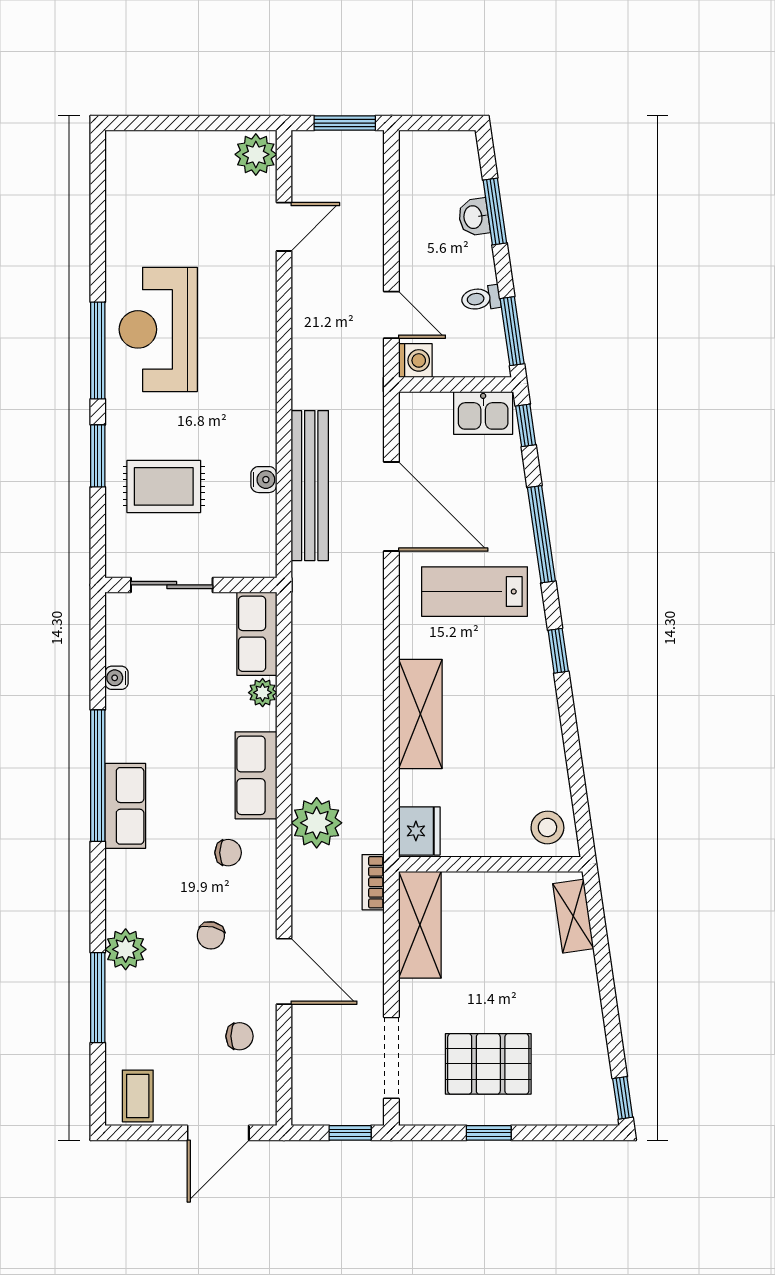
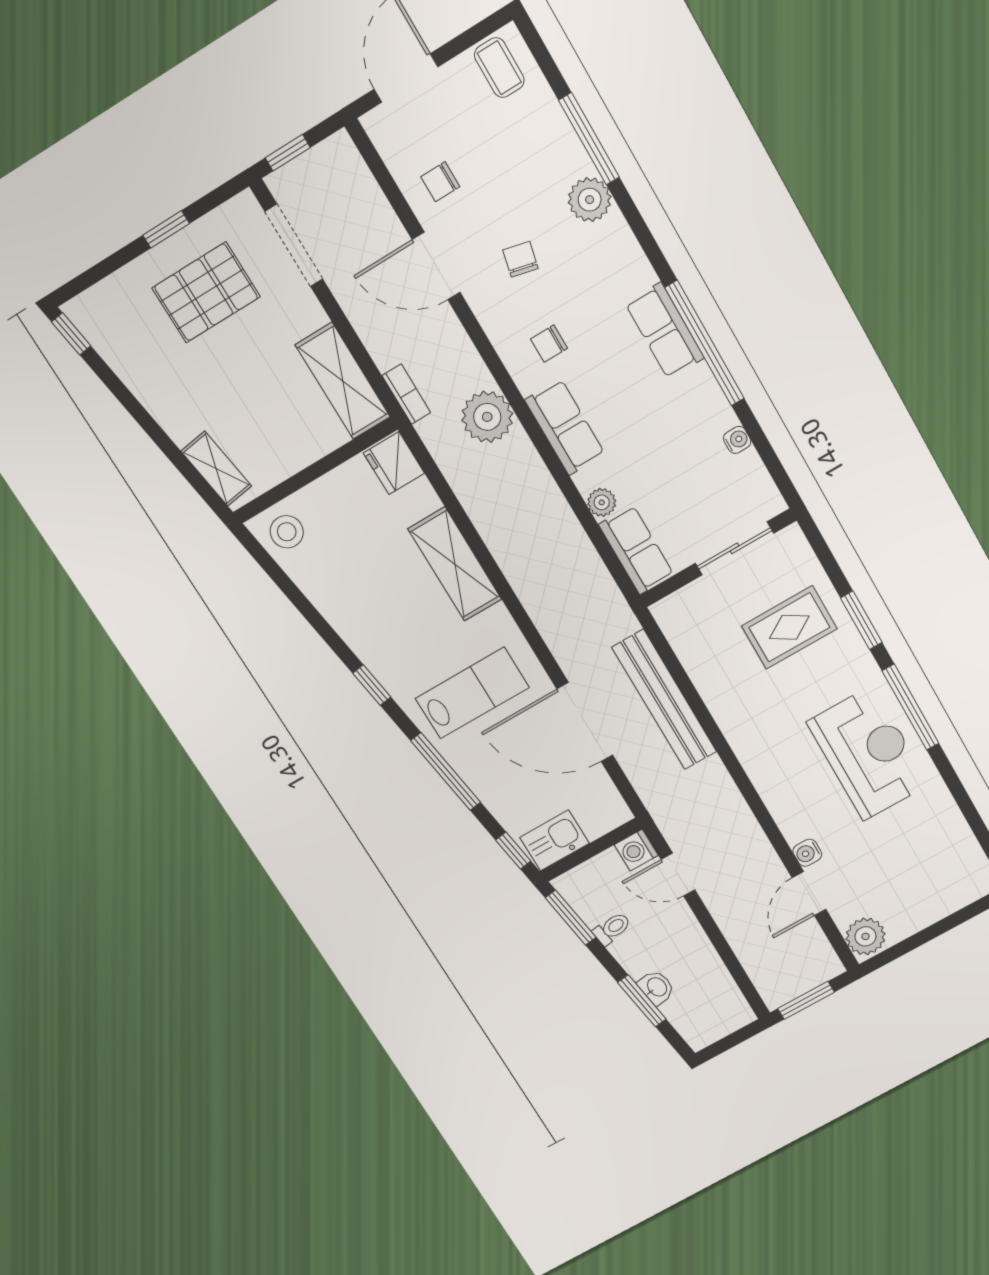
water cooler: (264, 480) -> (807, 853), moved

